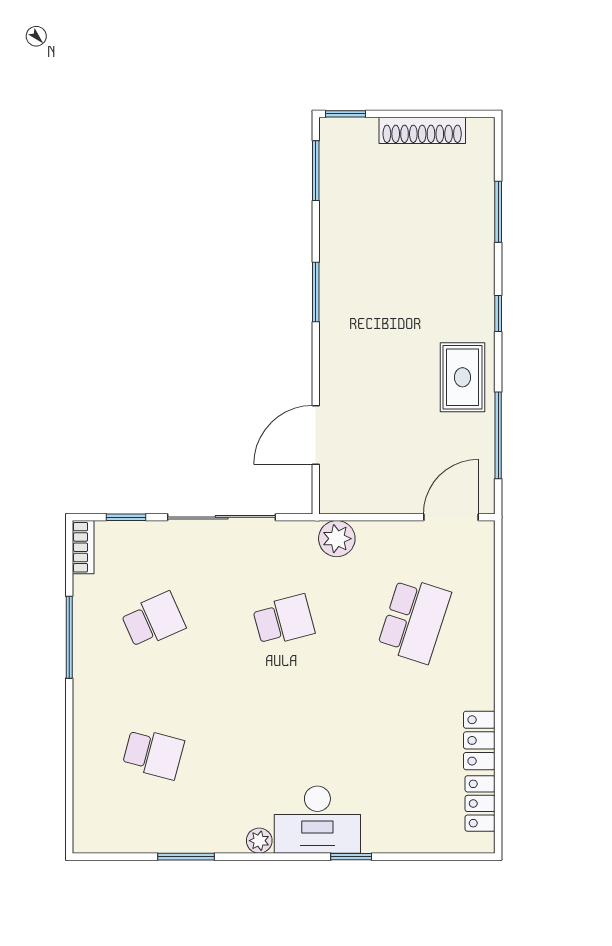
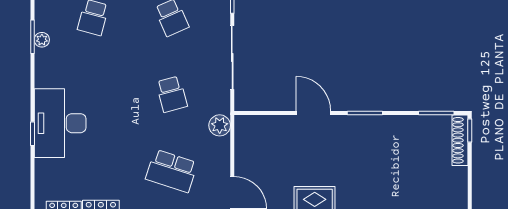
shoe rack: (422, 130) -> (460, 140), moved
door: (316, 435) -> (313, 113), moved
desk: (317, 820) -> (60, 123), width x1.36, depth x1.30
plant: (259, 841) -> (42, 40), moved

